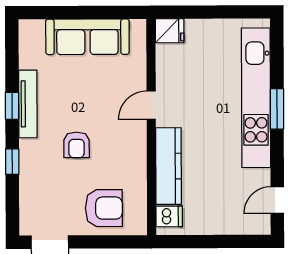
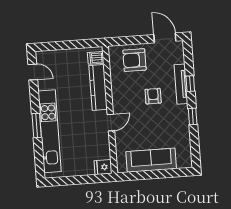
tv unit: (28, 104) -> (181, 84), moved
door: (277, 200) -> (33, 72), hinge flipped

